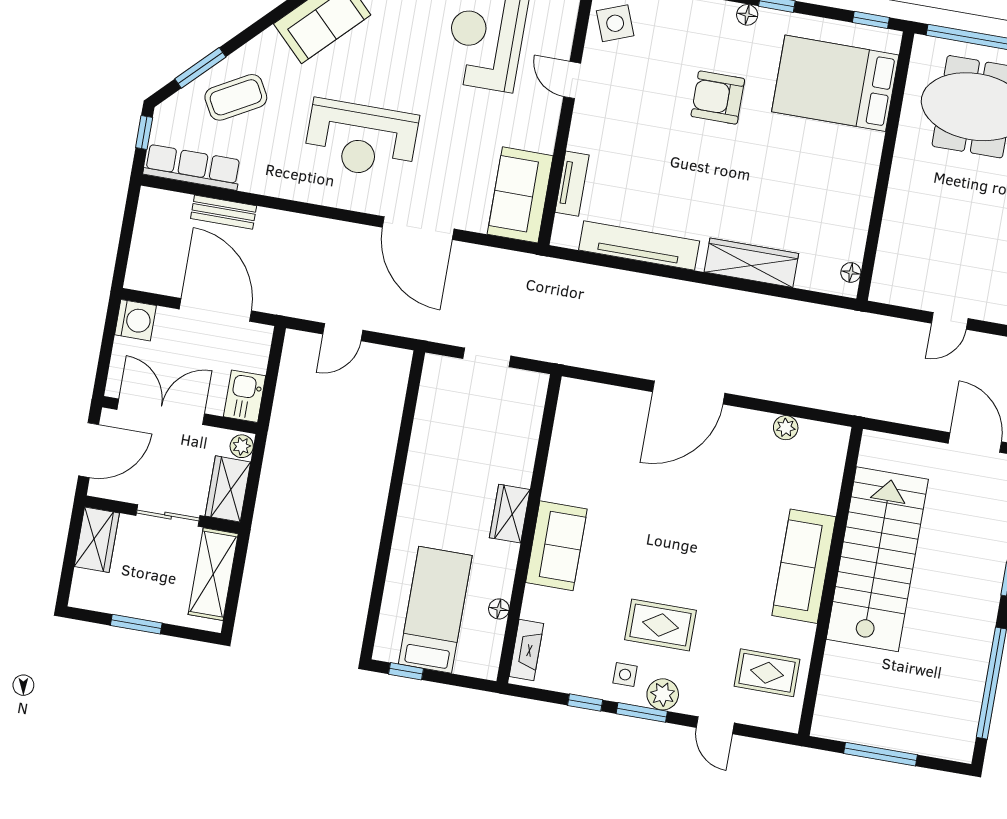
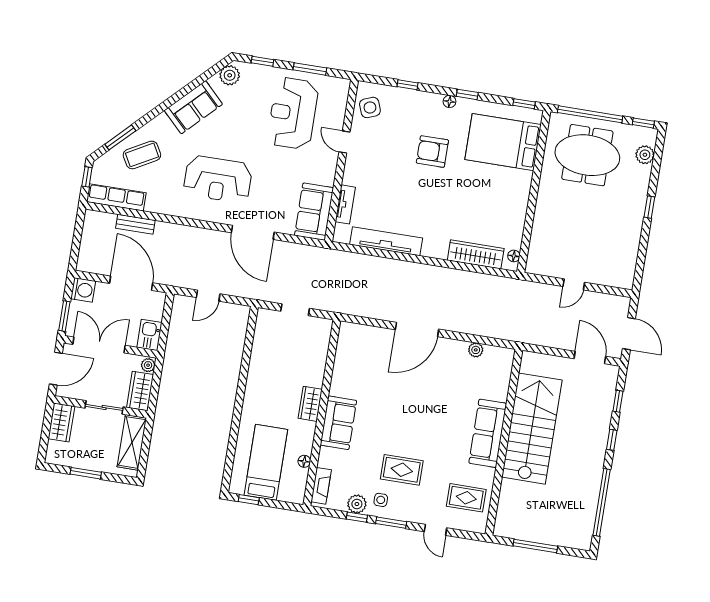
wardrobe: (751, 263) -> (476, 254), moved
window: (104, 363) -> (64, 316), added
plant: (663, 694) -> (357, 504), moved

